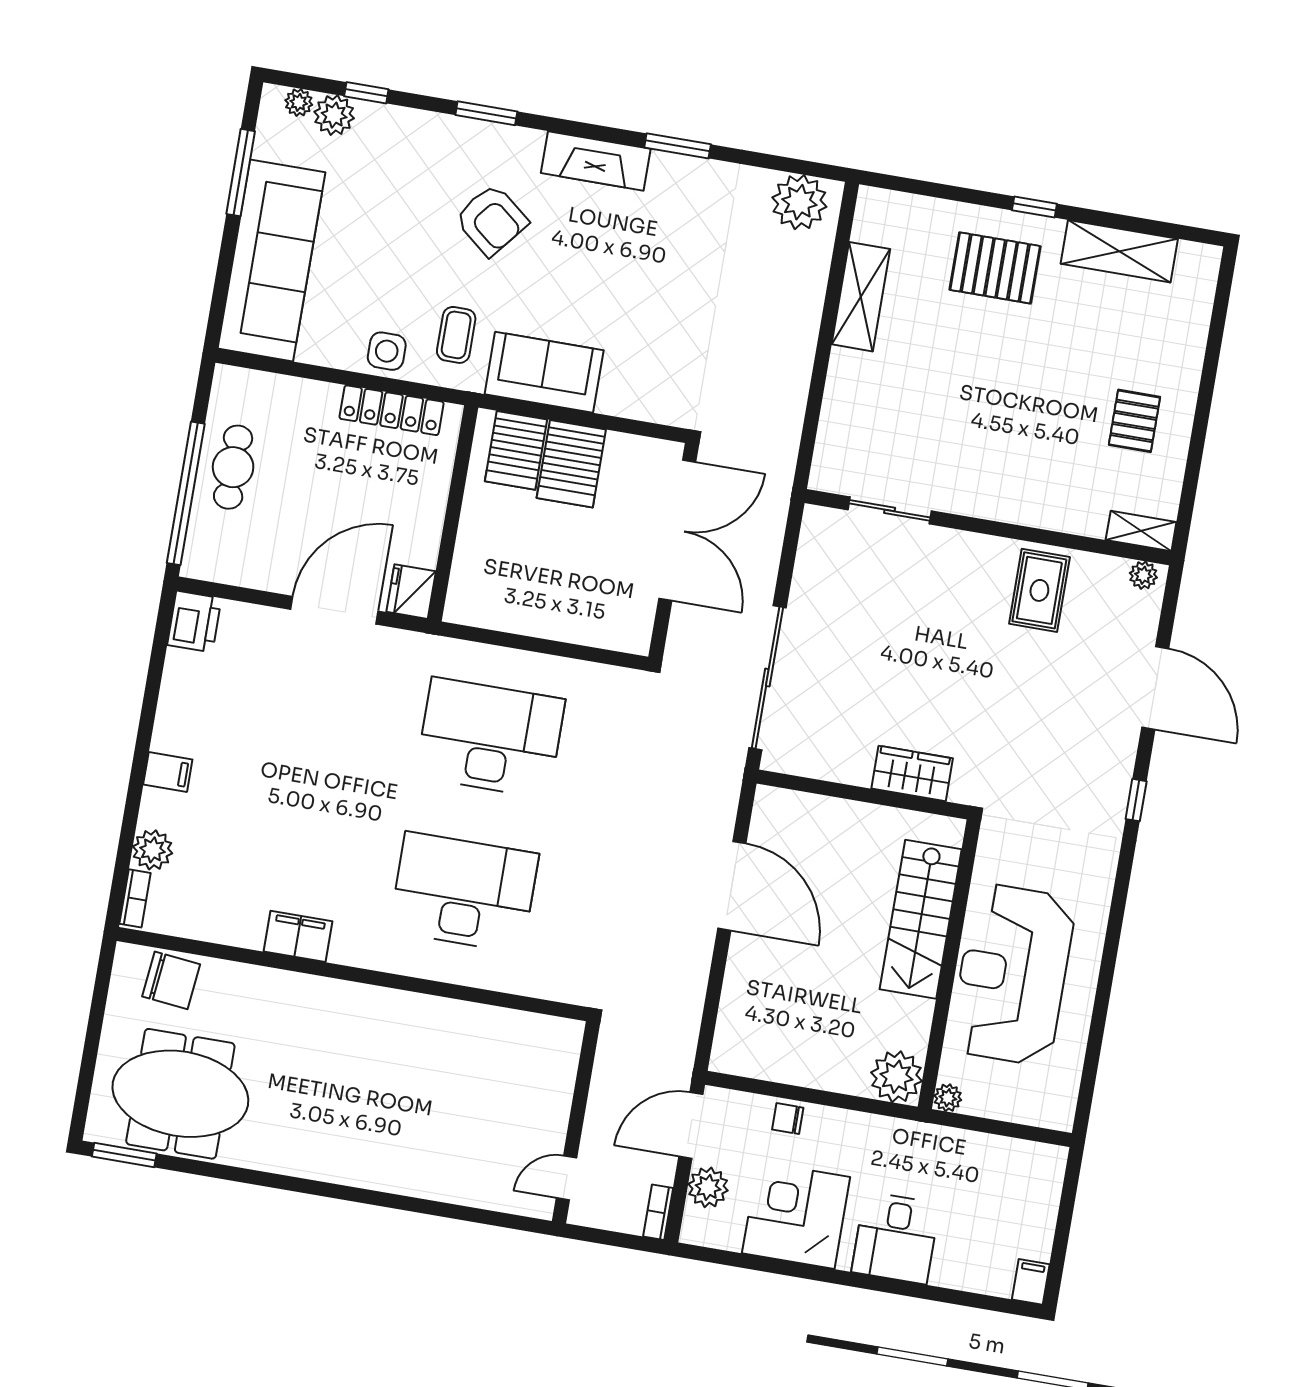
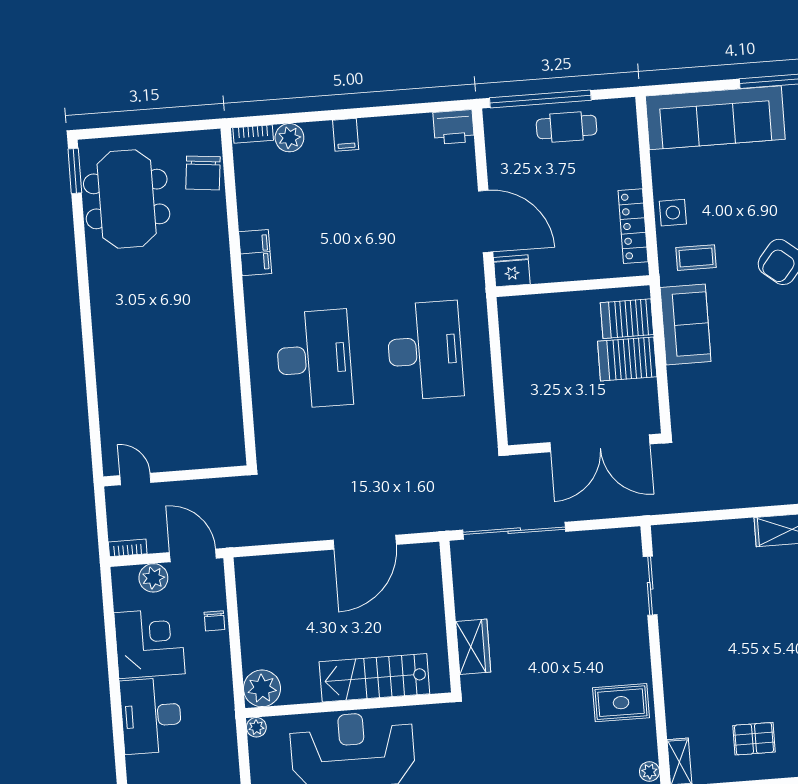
chair: (788, 1119) -> (214, 621), turned 180
desk: (896, 1238) -> (151, 716), width x1.37

